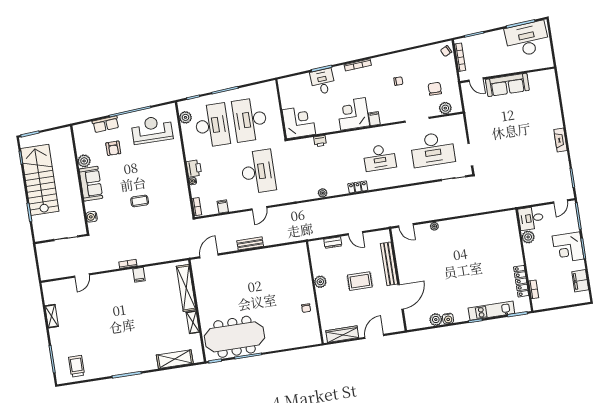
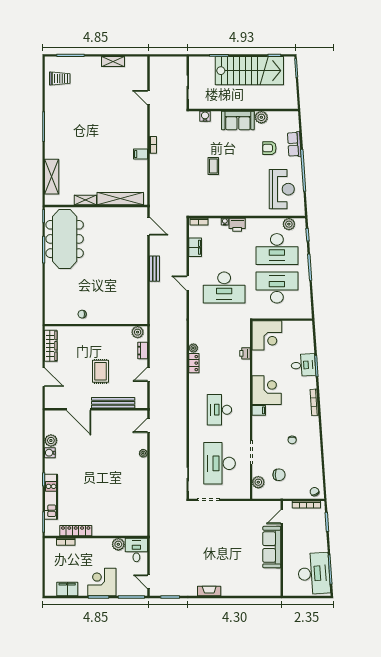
locker: (358, 187) -> (194, 363), moved
filing cabinet: (223, 207) -> (195, 247), width x2.00
plant: (320, 282) -> (138, 332), moved

